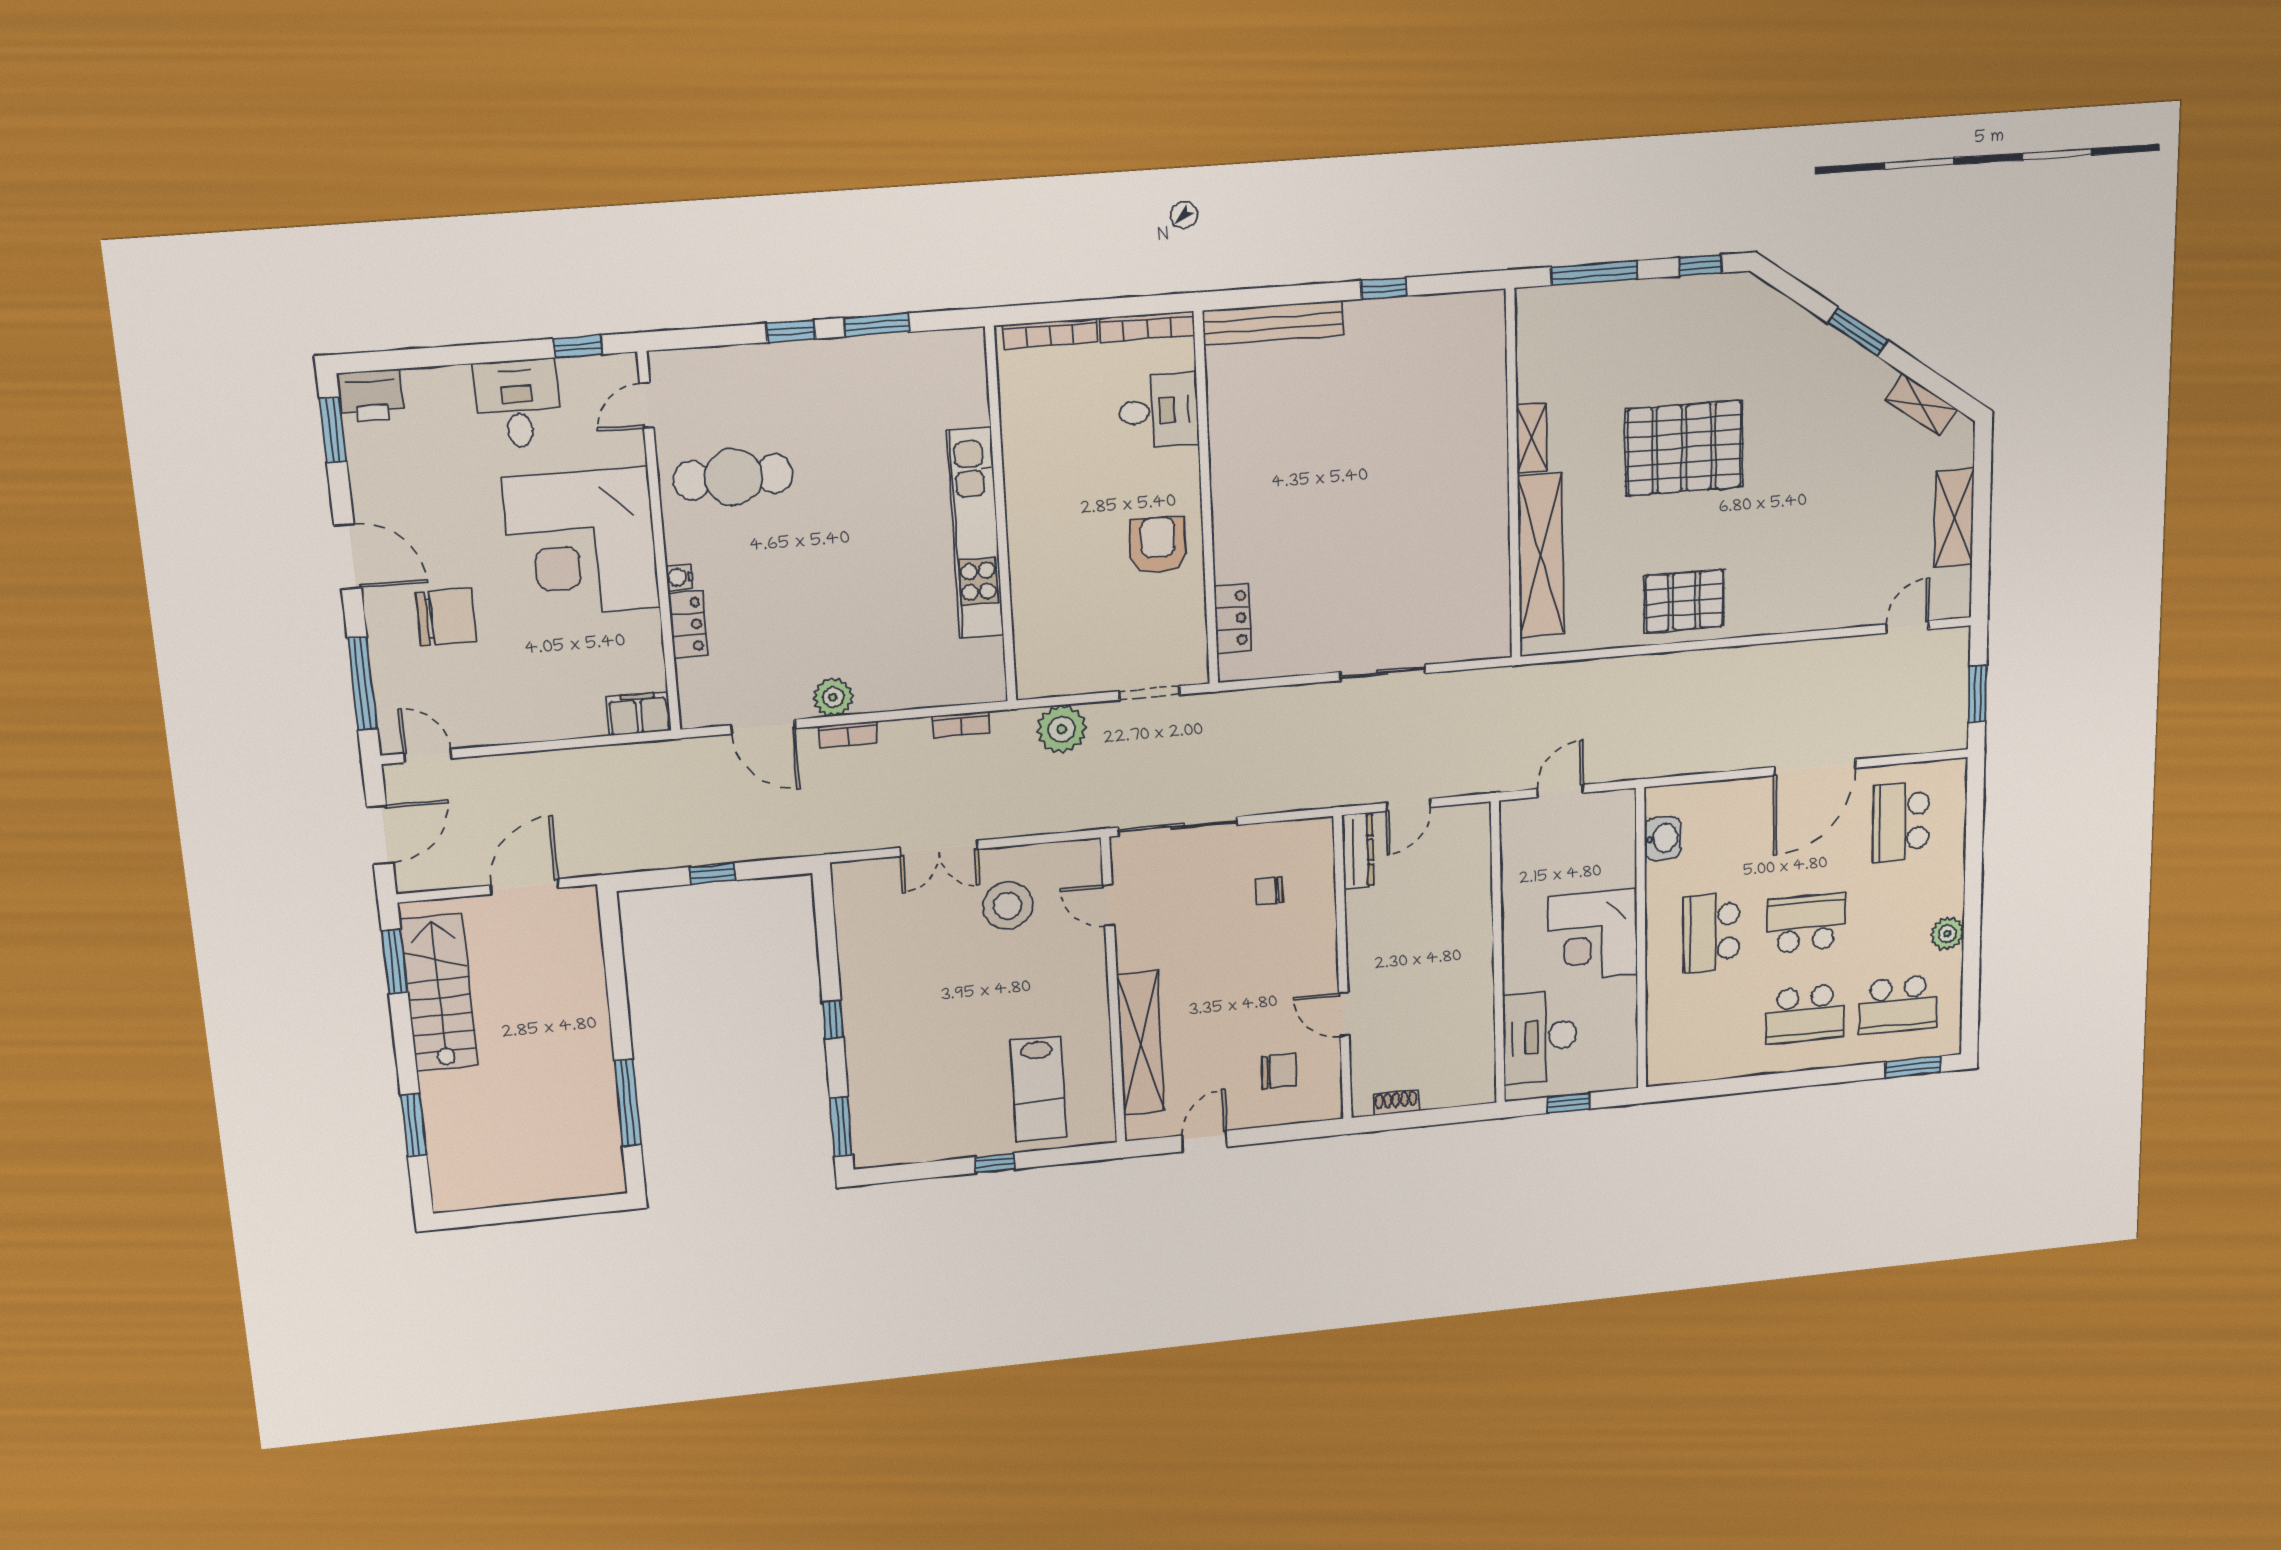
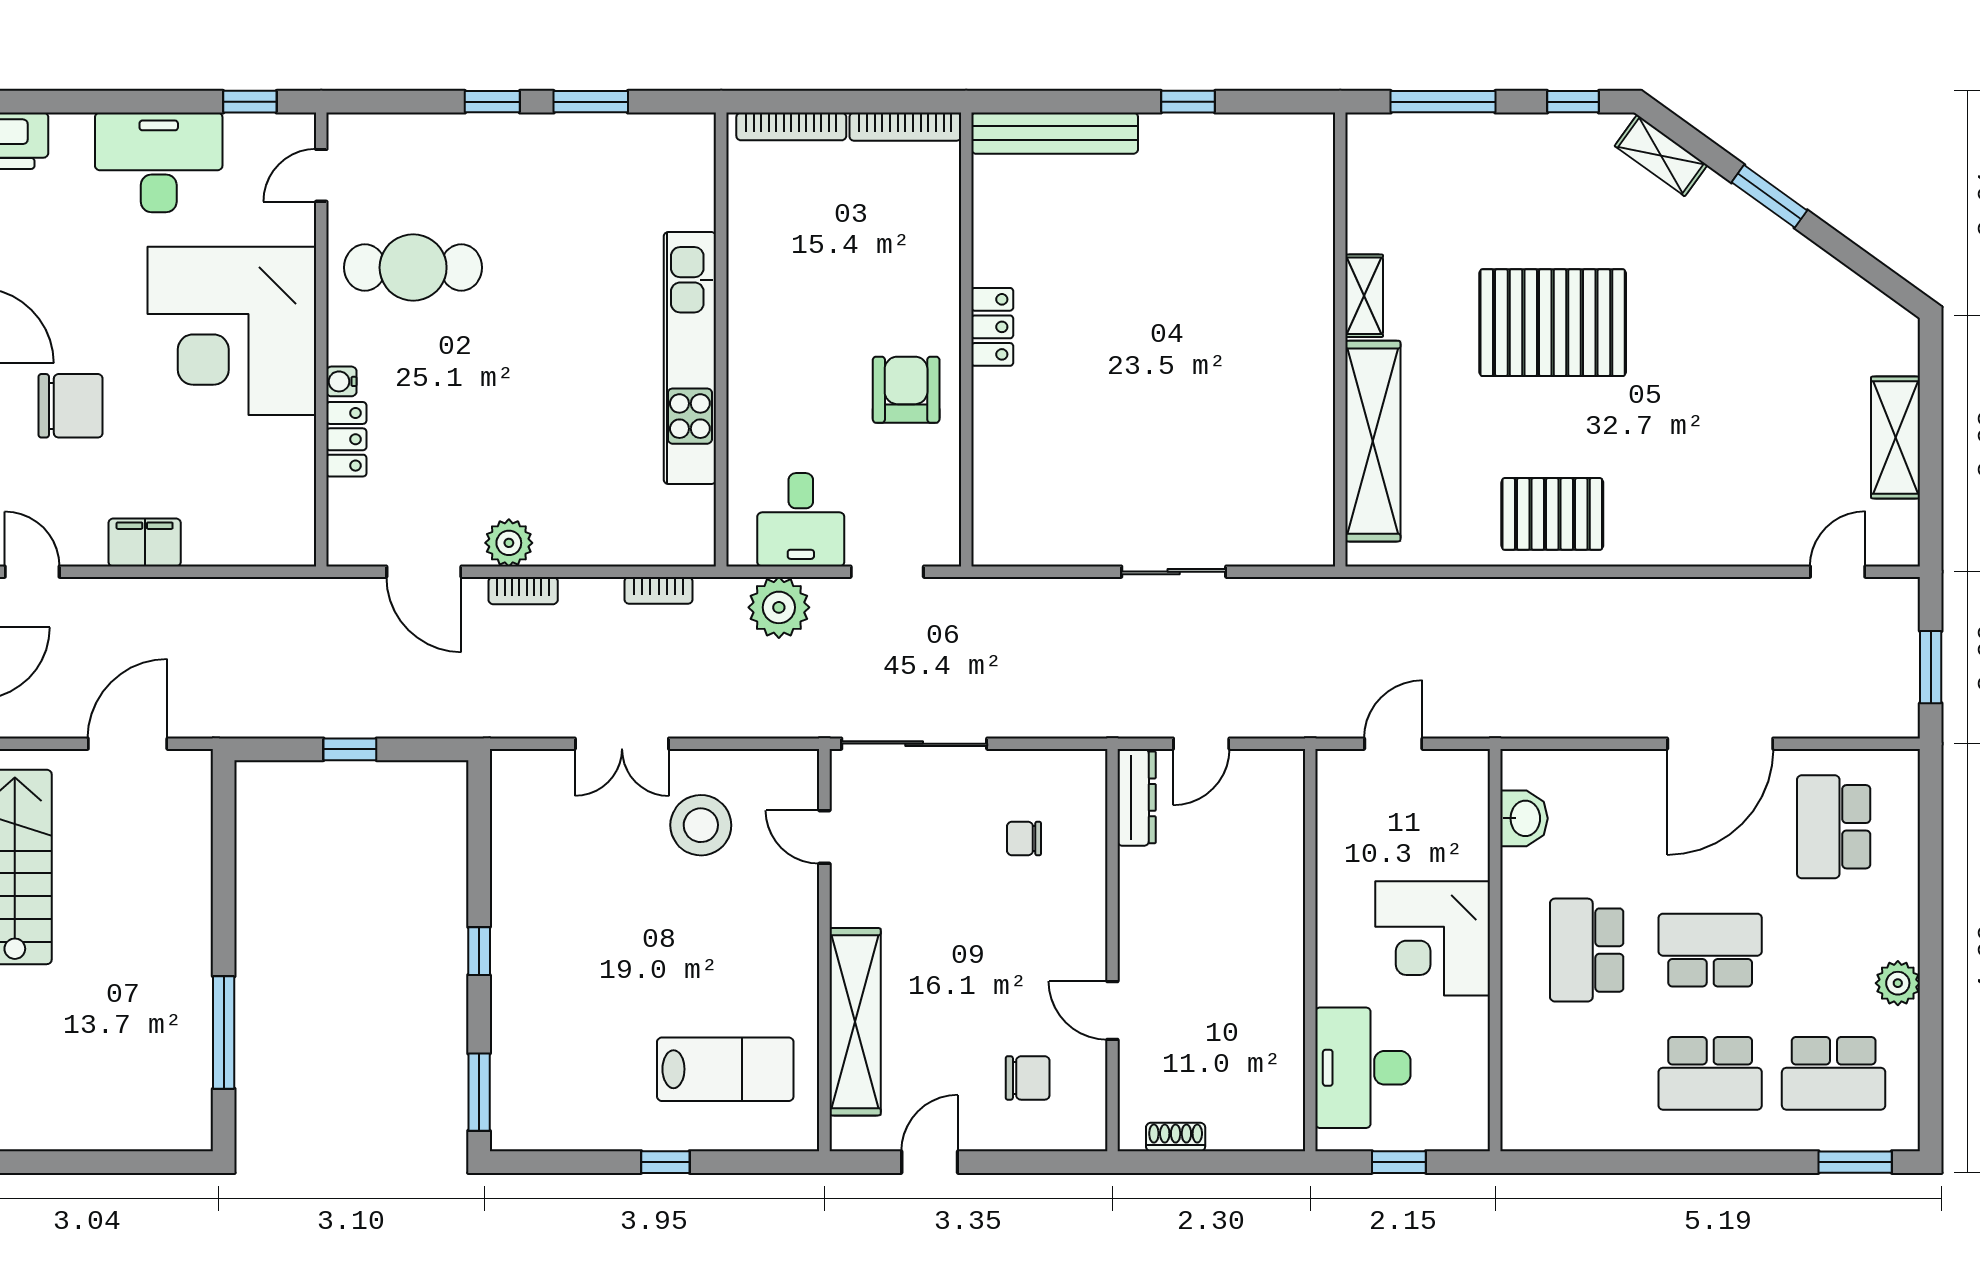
desk: (518, 404) -> (159, 162), width x1.37
shelving: (1921, 405) -> (1661, 156), moved
desk: (1159, 411) -> (801, 520), moved, turned 90
locker: (1233, 618) -> (992, 327), moved
filing cabinet: (639, 714) -> (145, 542), moved
lab bench: (1039, 1089) -> (725, 1069), turned -90

